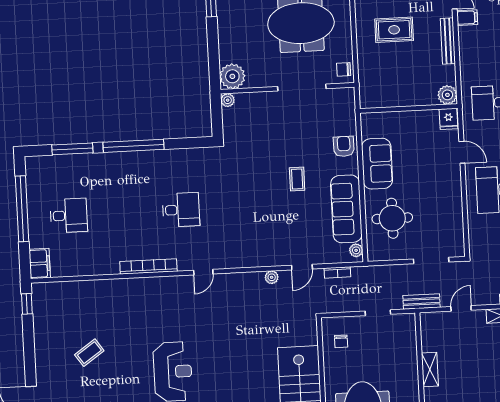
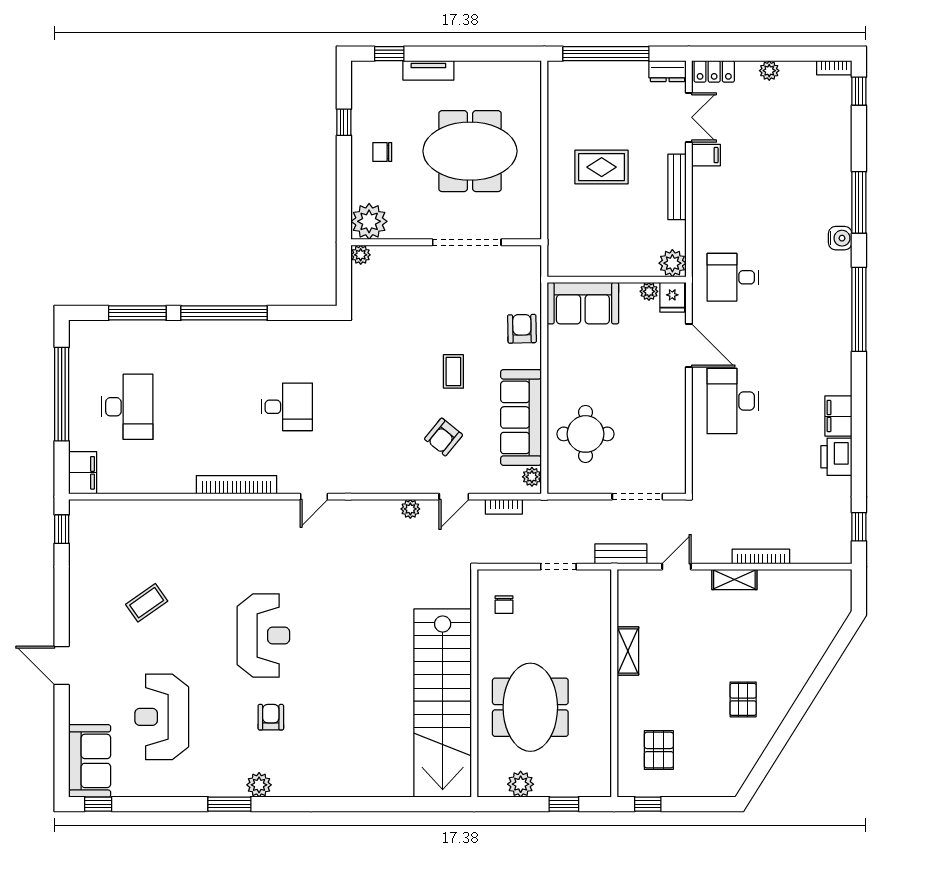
chair: (344, 69) -> (382, 152), moved
plant: (432, 116) -> (649, 291), added
door: (462, 152) -> (689, 345), width x1.38
sofa: (377, 164) -> (583, 303), moved, turned 90
desk: (69, 215) -> (127, 407), width x1.37
armchair: (292, 225) -> (444, 437), added

